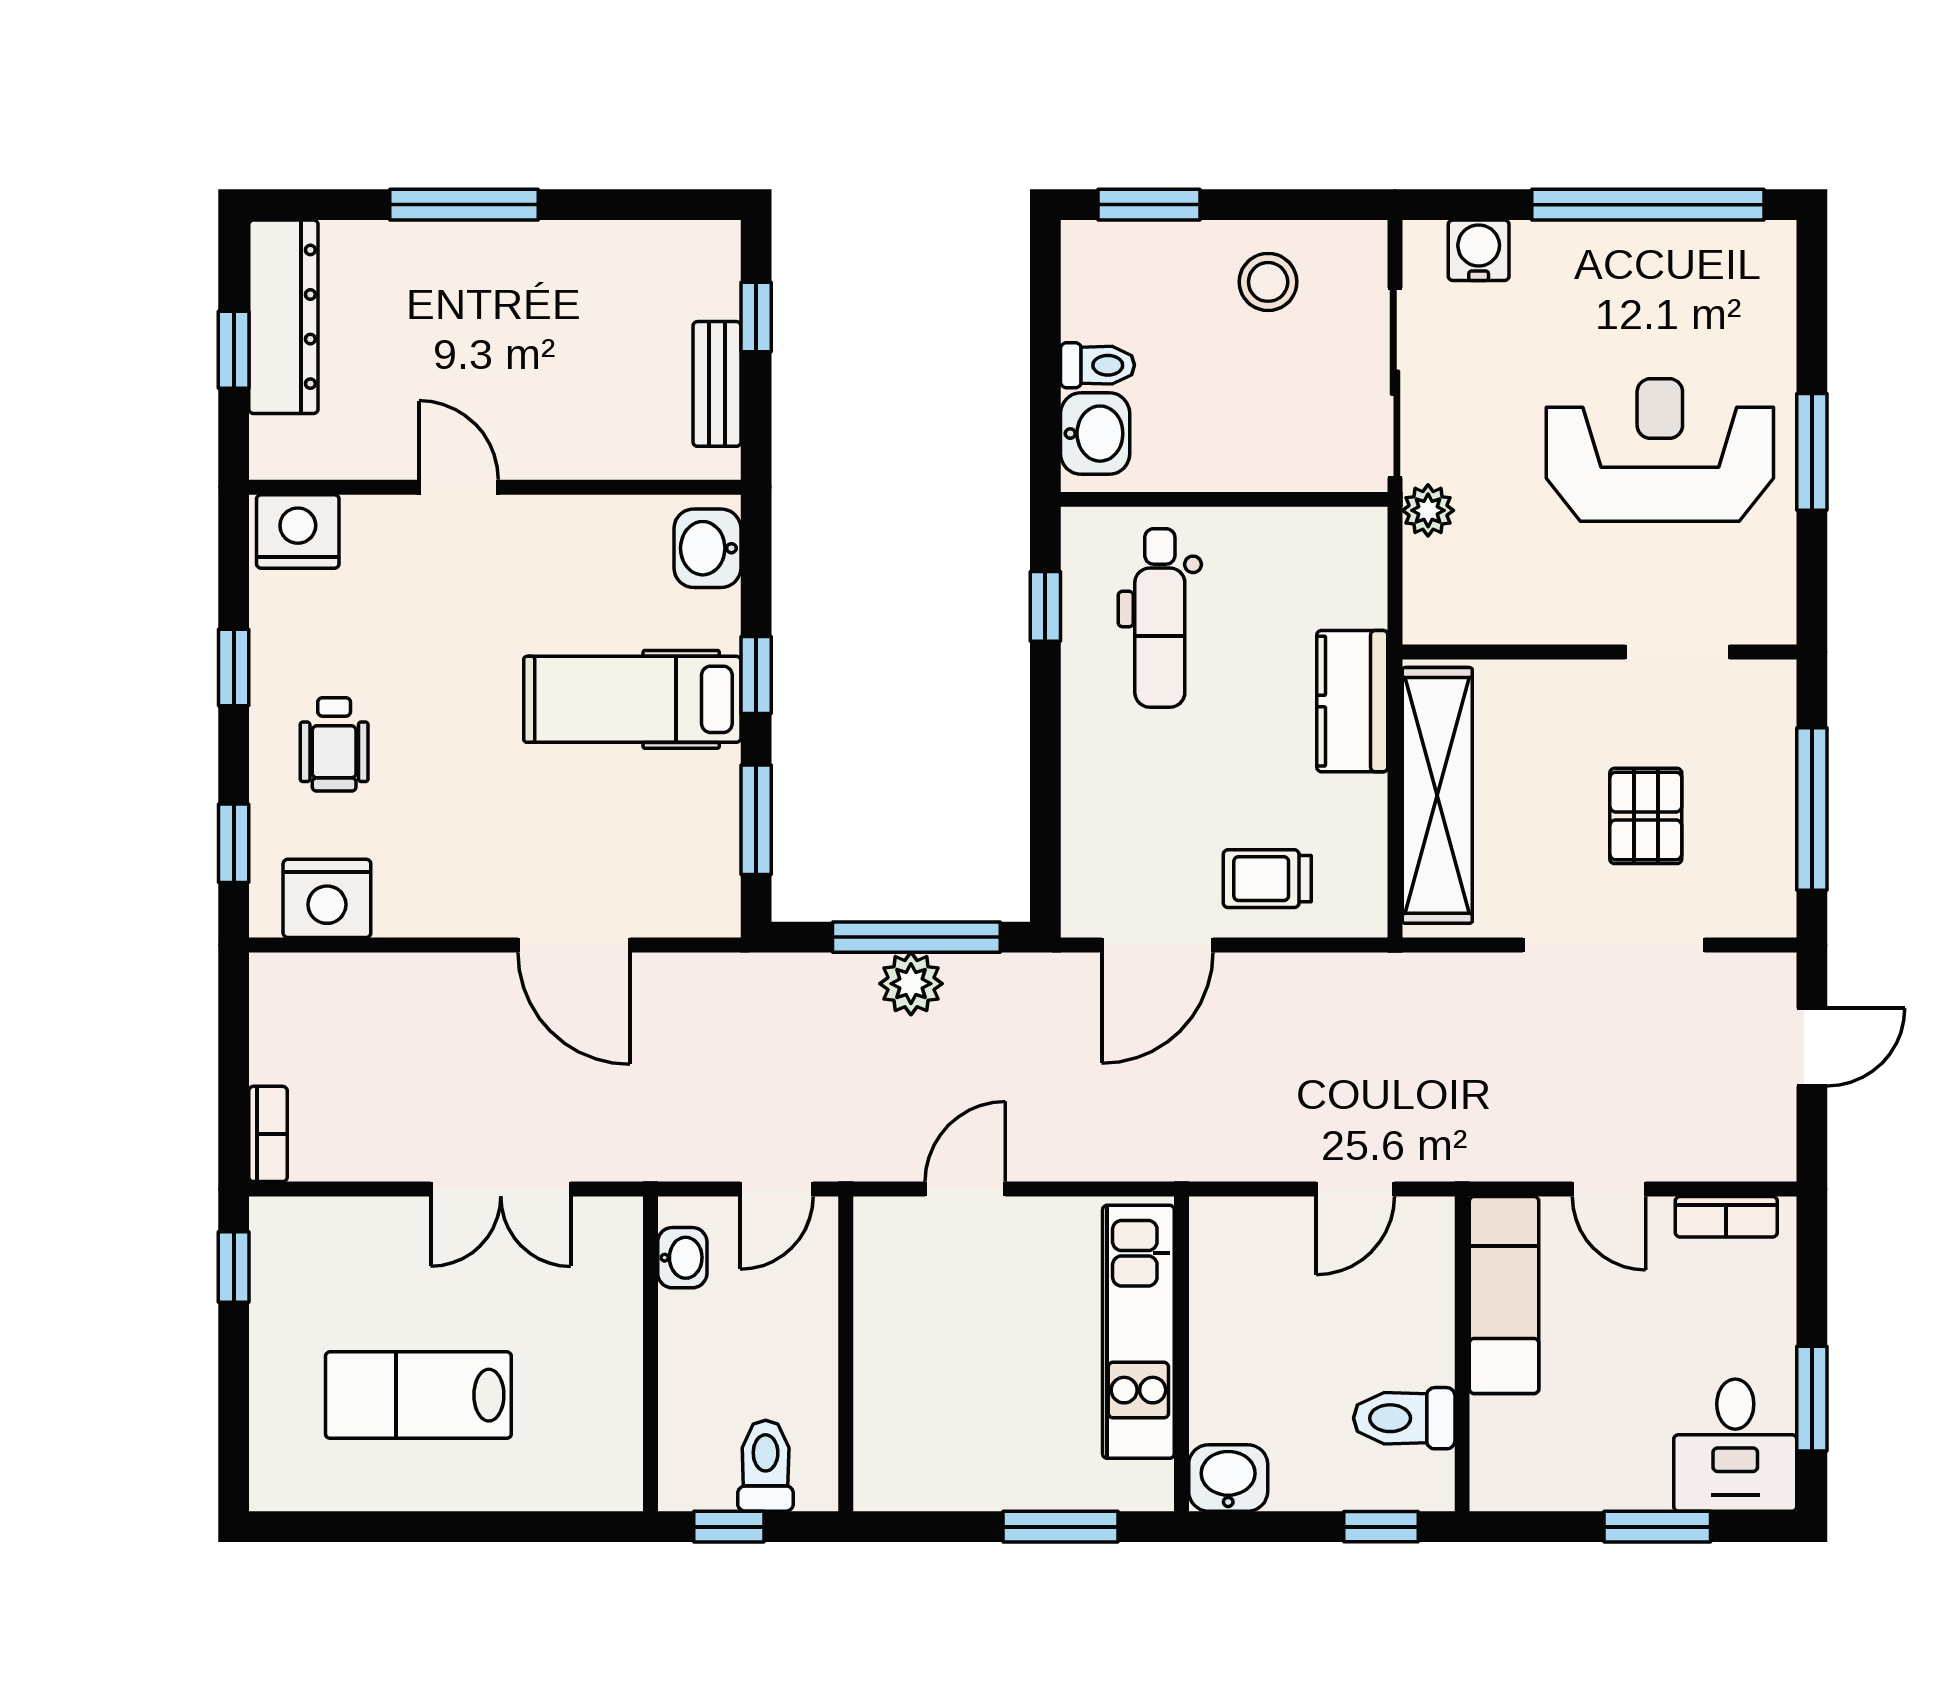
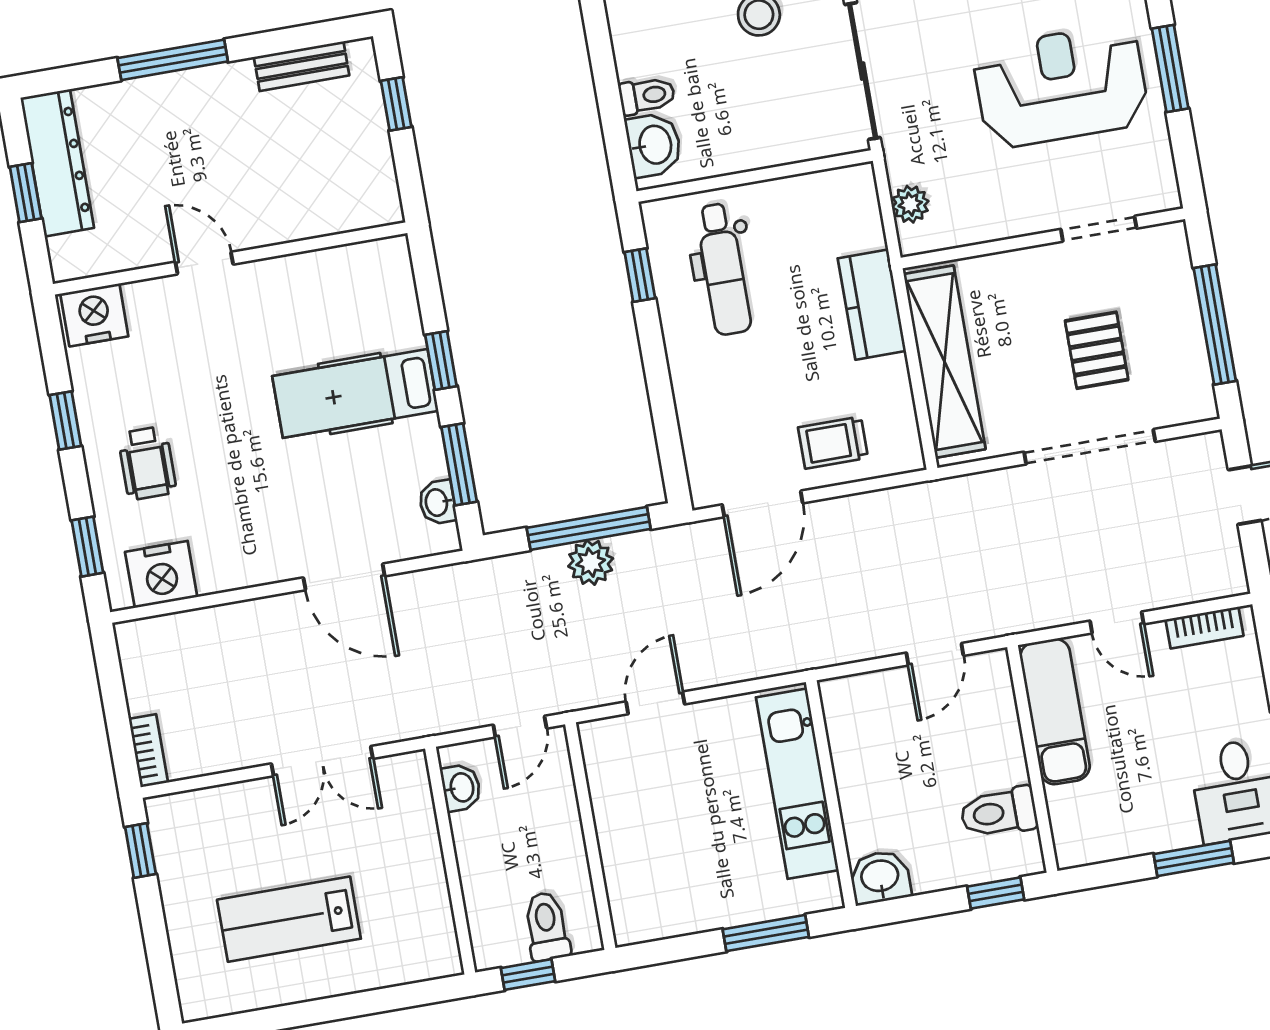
bench: (717, 384) -> (302, 66), moved, turned 90
plant: (1428, 510) -> (910, 204), moved
washbasin: (707, 548) -> (437, 502), moved, width x0.72, depth x0.69

